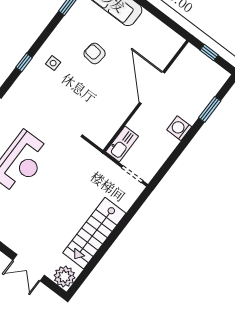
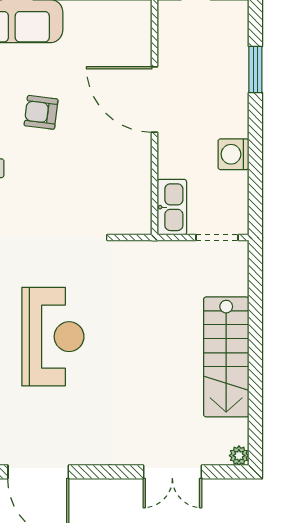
washing machine: (179, 128) -> (233, 154), moved
plant: (64, 277) -> (239, 456), width x0.53, depth x0.53

